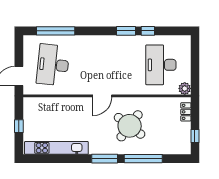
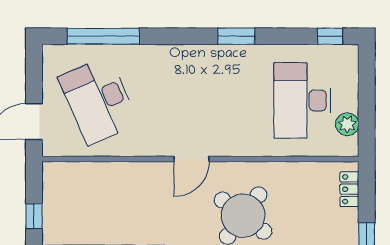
window: (148, 31) -> (330, 36), moved
desk: (53, 65) -> (98, 100), turned -30
plant: (185, 88) -> (347, 124), moved

